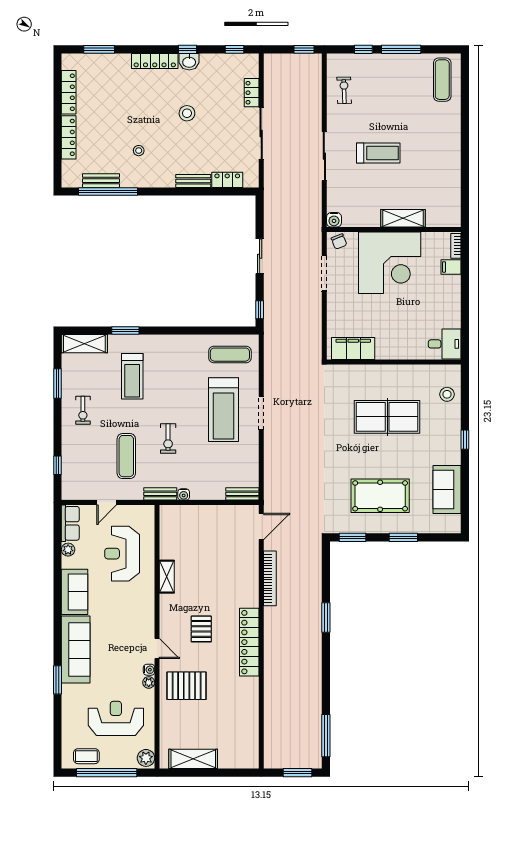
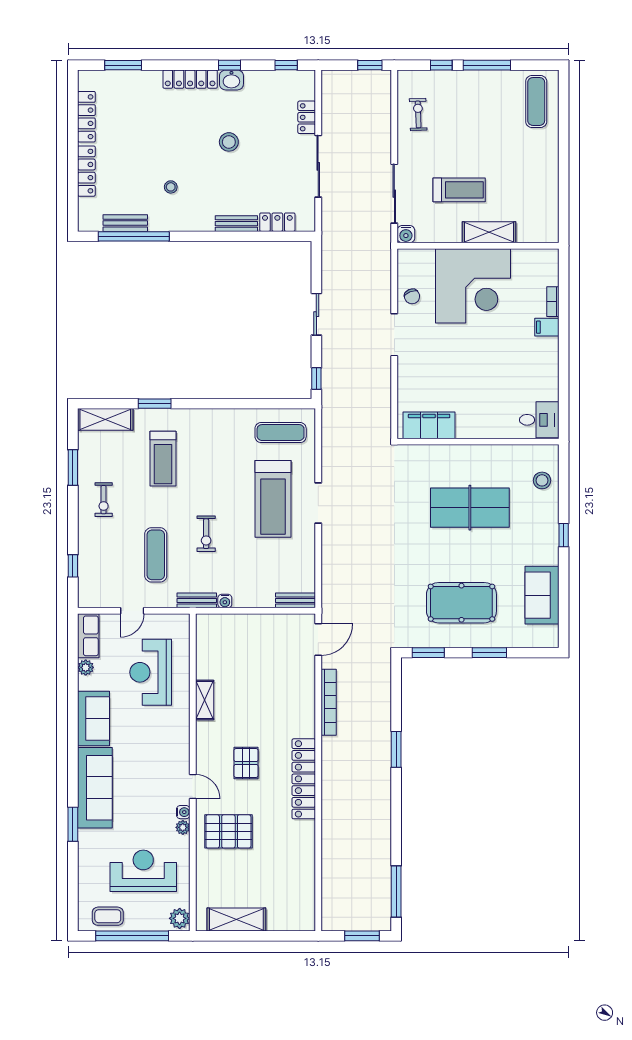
shelving: (403, 218) -> (489, 232), moved
water cooler: (334, 220) -> (406, 234), moved
wall: (394, 229) -> (478, 246), moved
corner desk: (390, 263) -> (473, 286), moved

